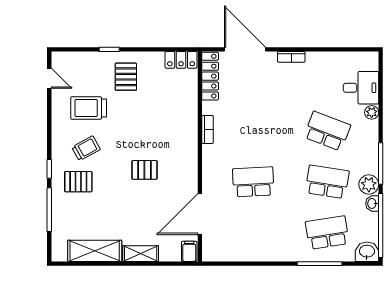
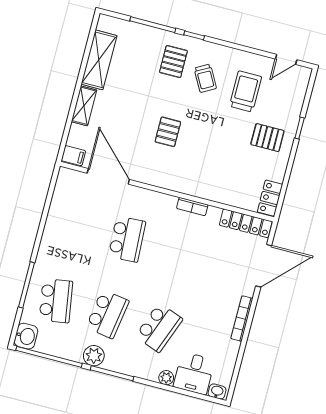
bookcase: (291, 57) -> (242, 319), width x1.56
washbasin: (372, 203) -> (217, 392), moved

